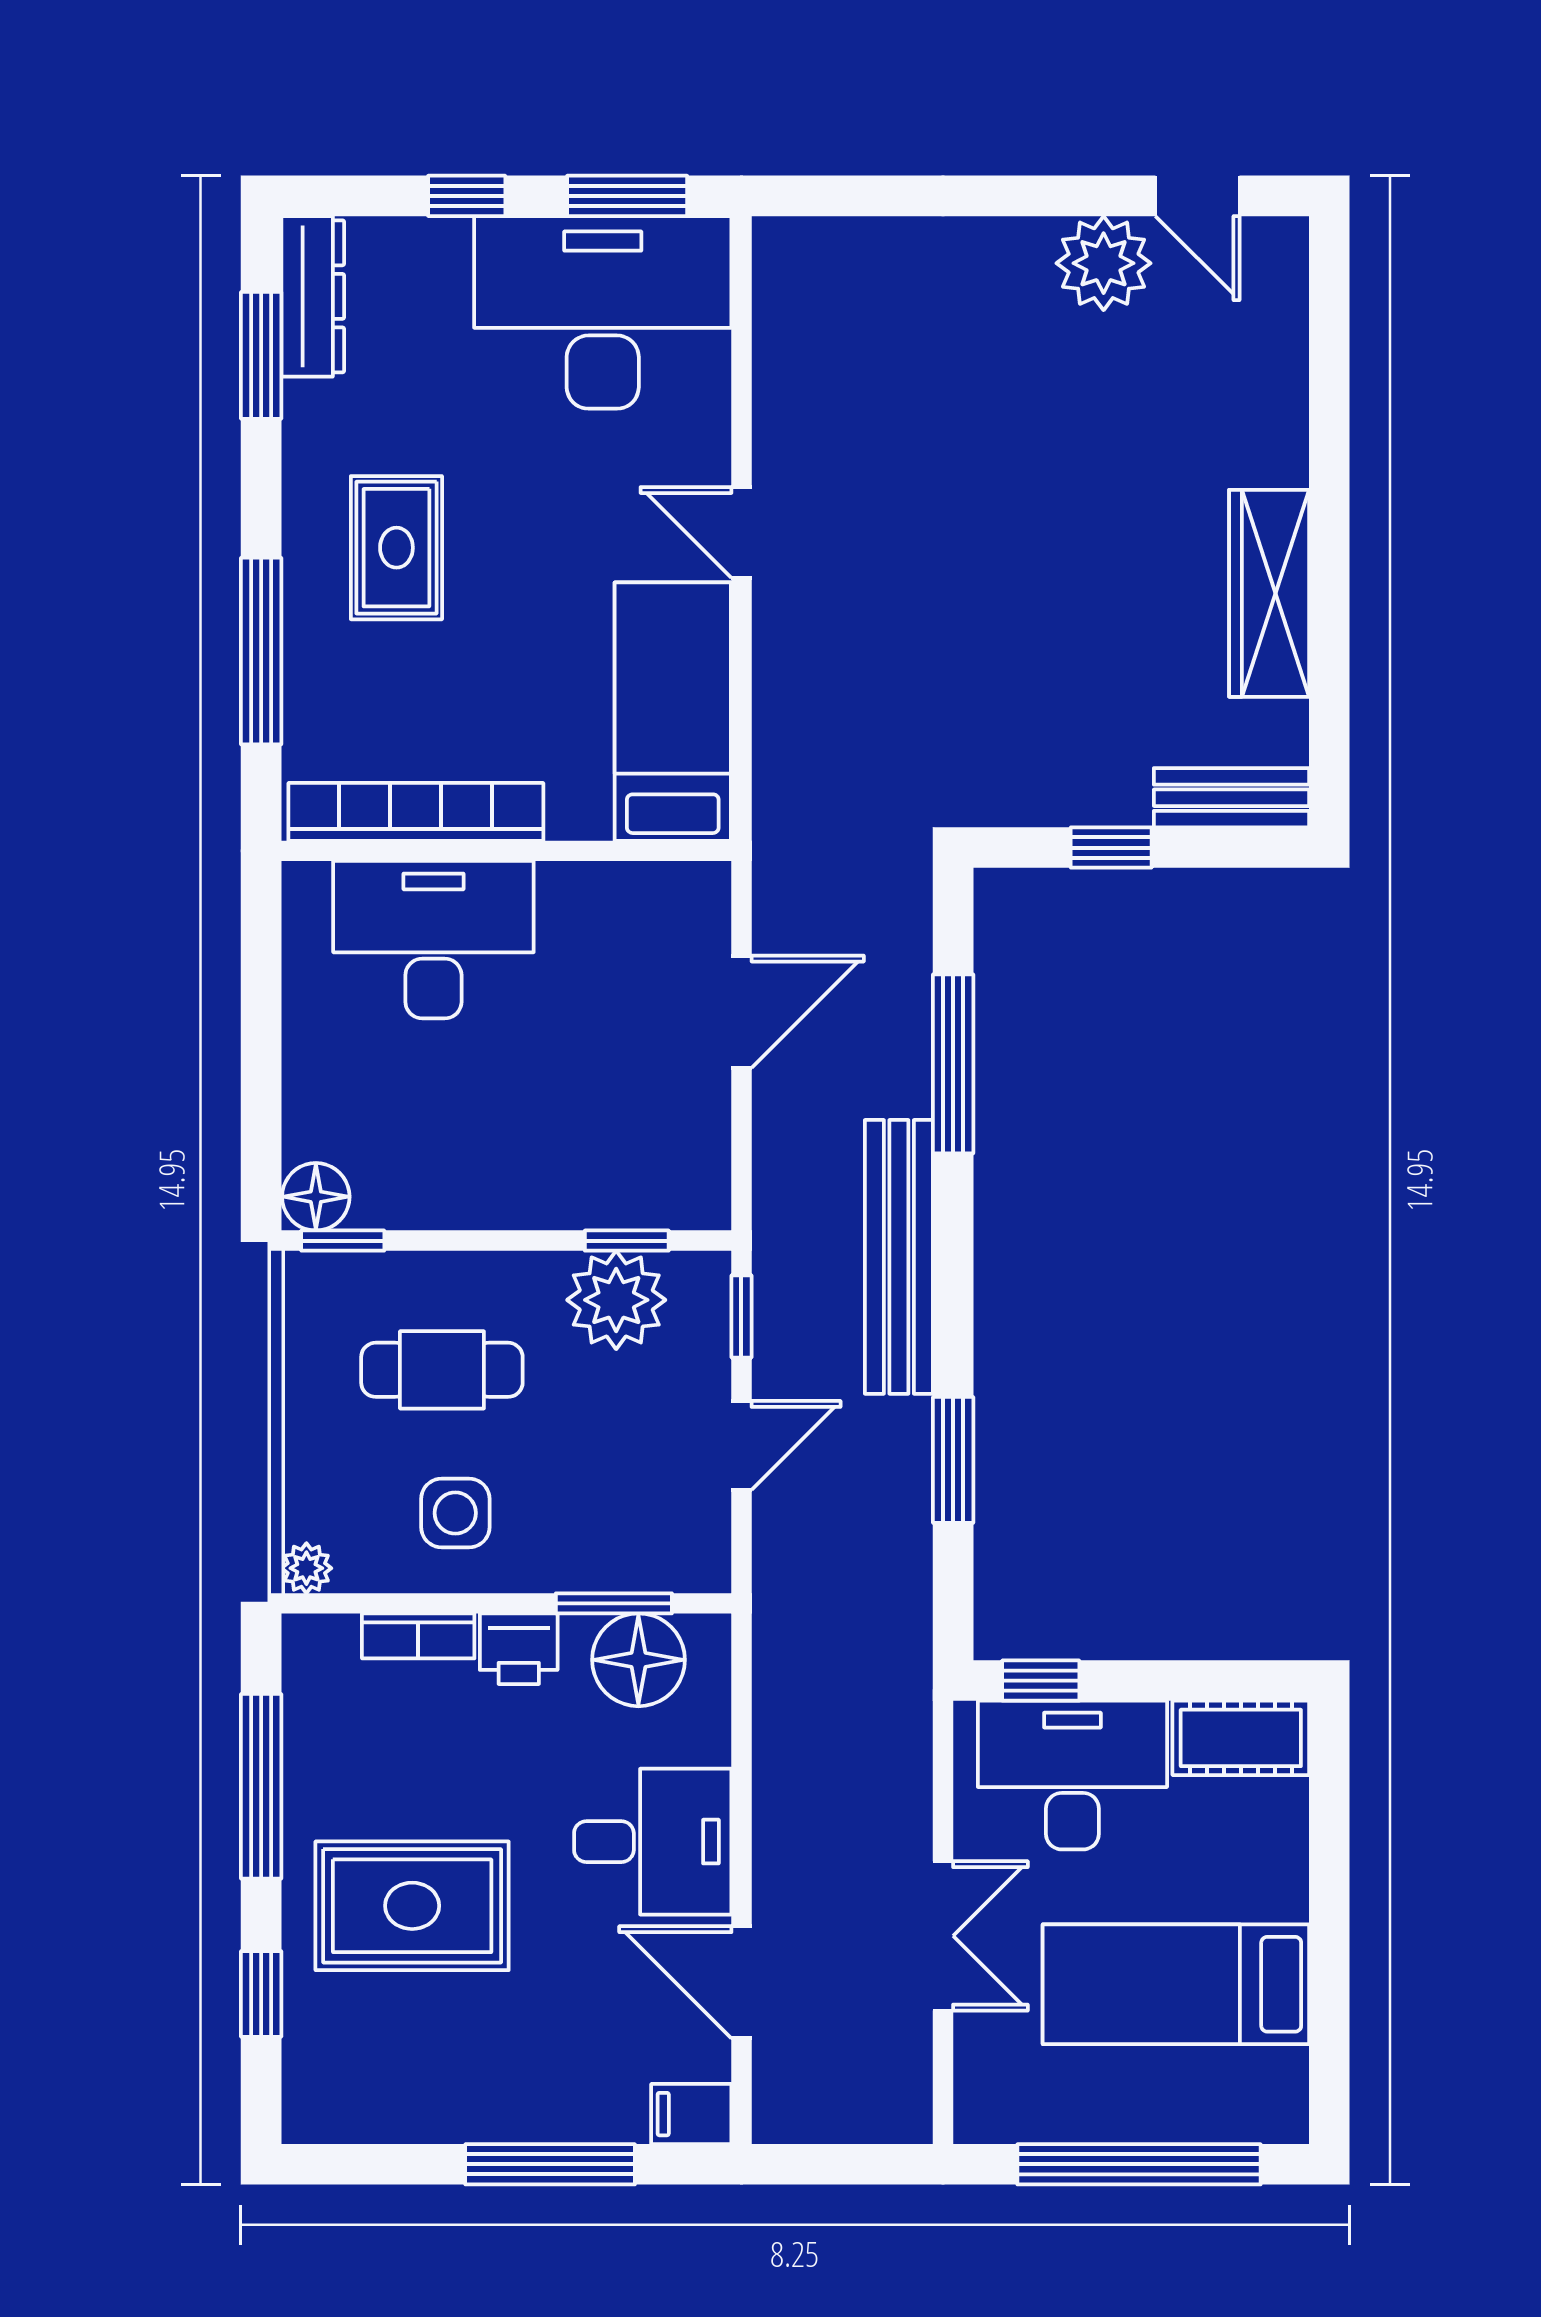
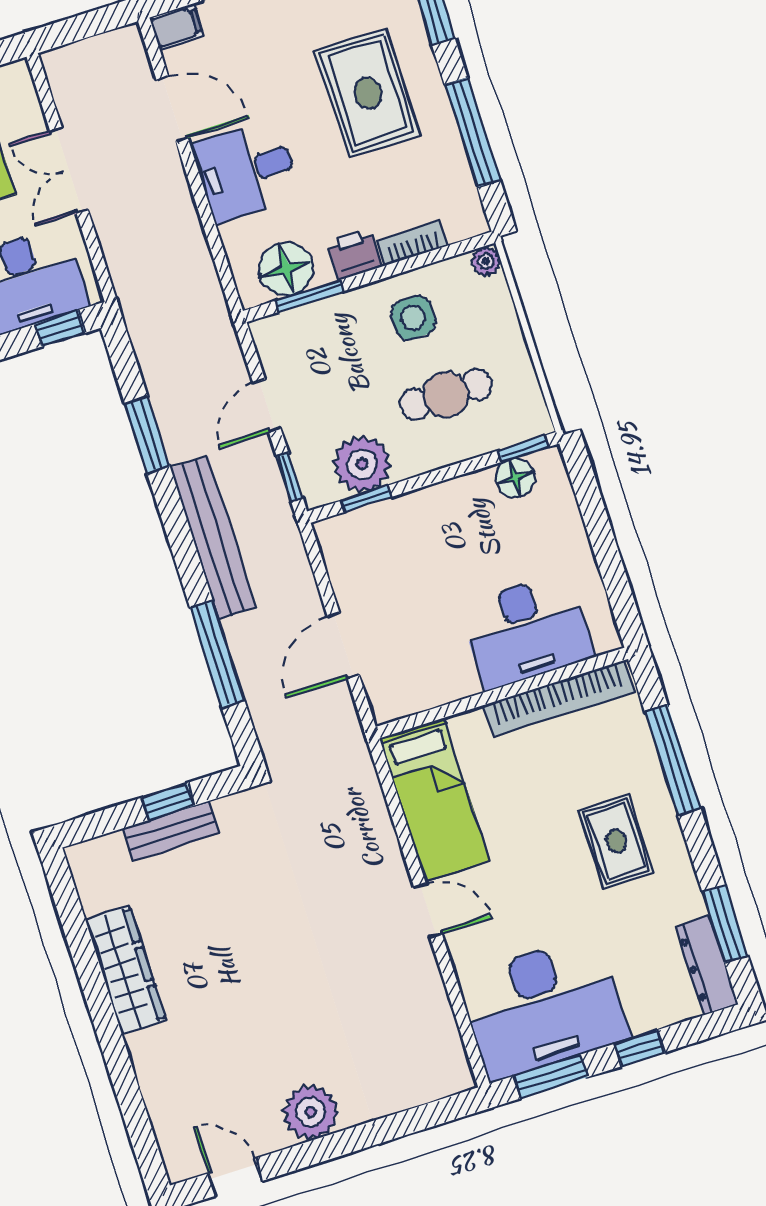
plant: (1104, 263) -> (311, 1112), moved
bench: (1232, 798) -> (171, 831), moved
floor lamp: (316, 1197) -> (515, 478), moved
rug: (412, 1906) -> (368, 93), turned 90

